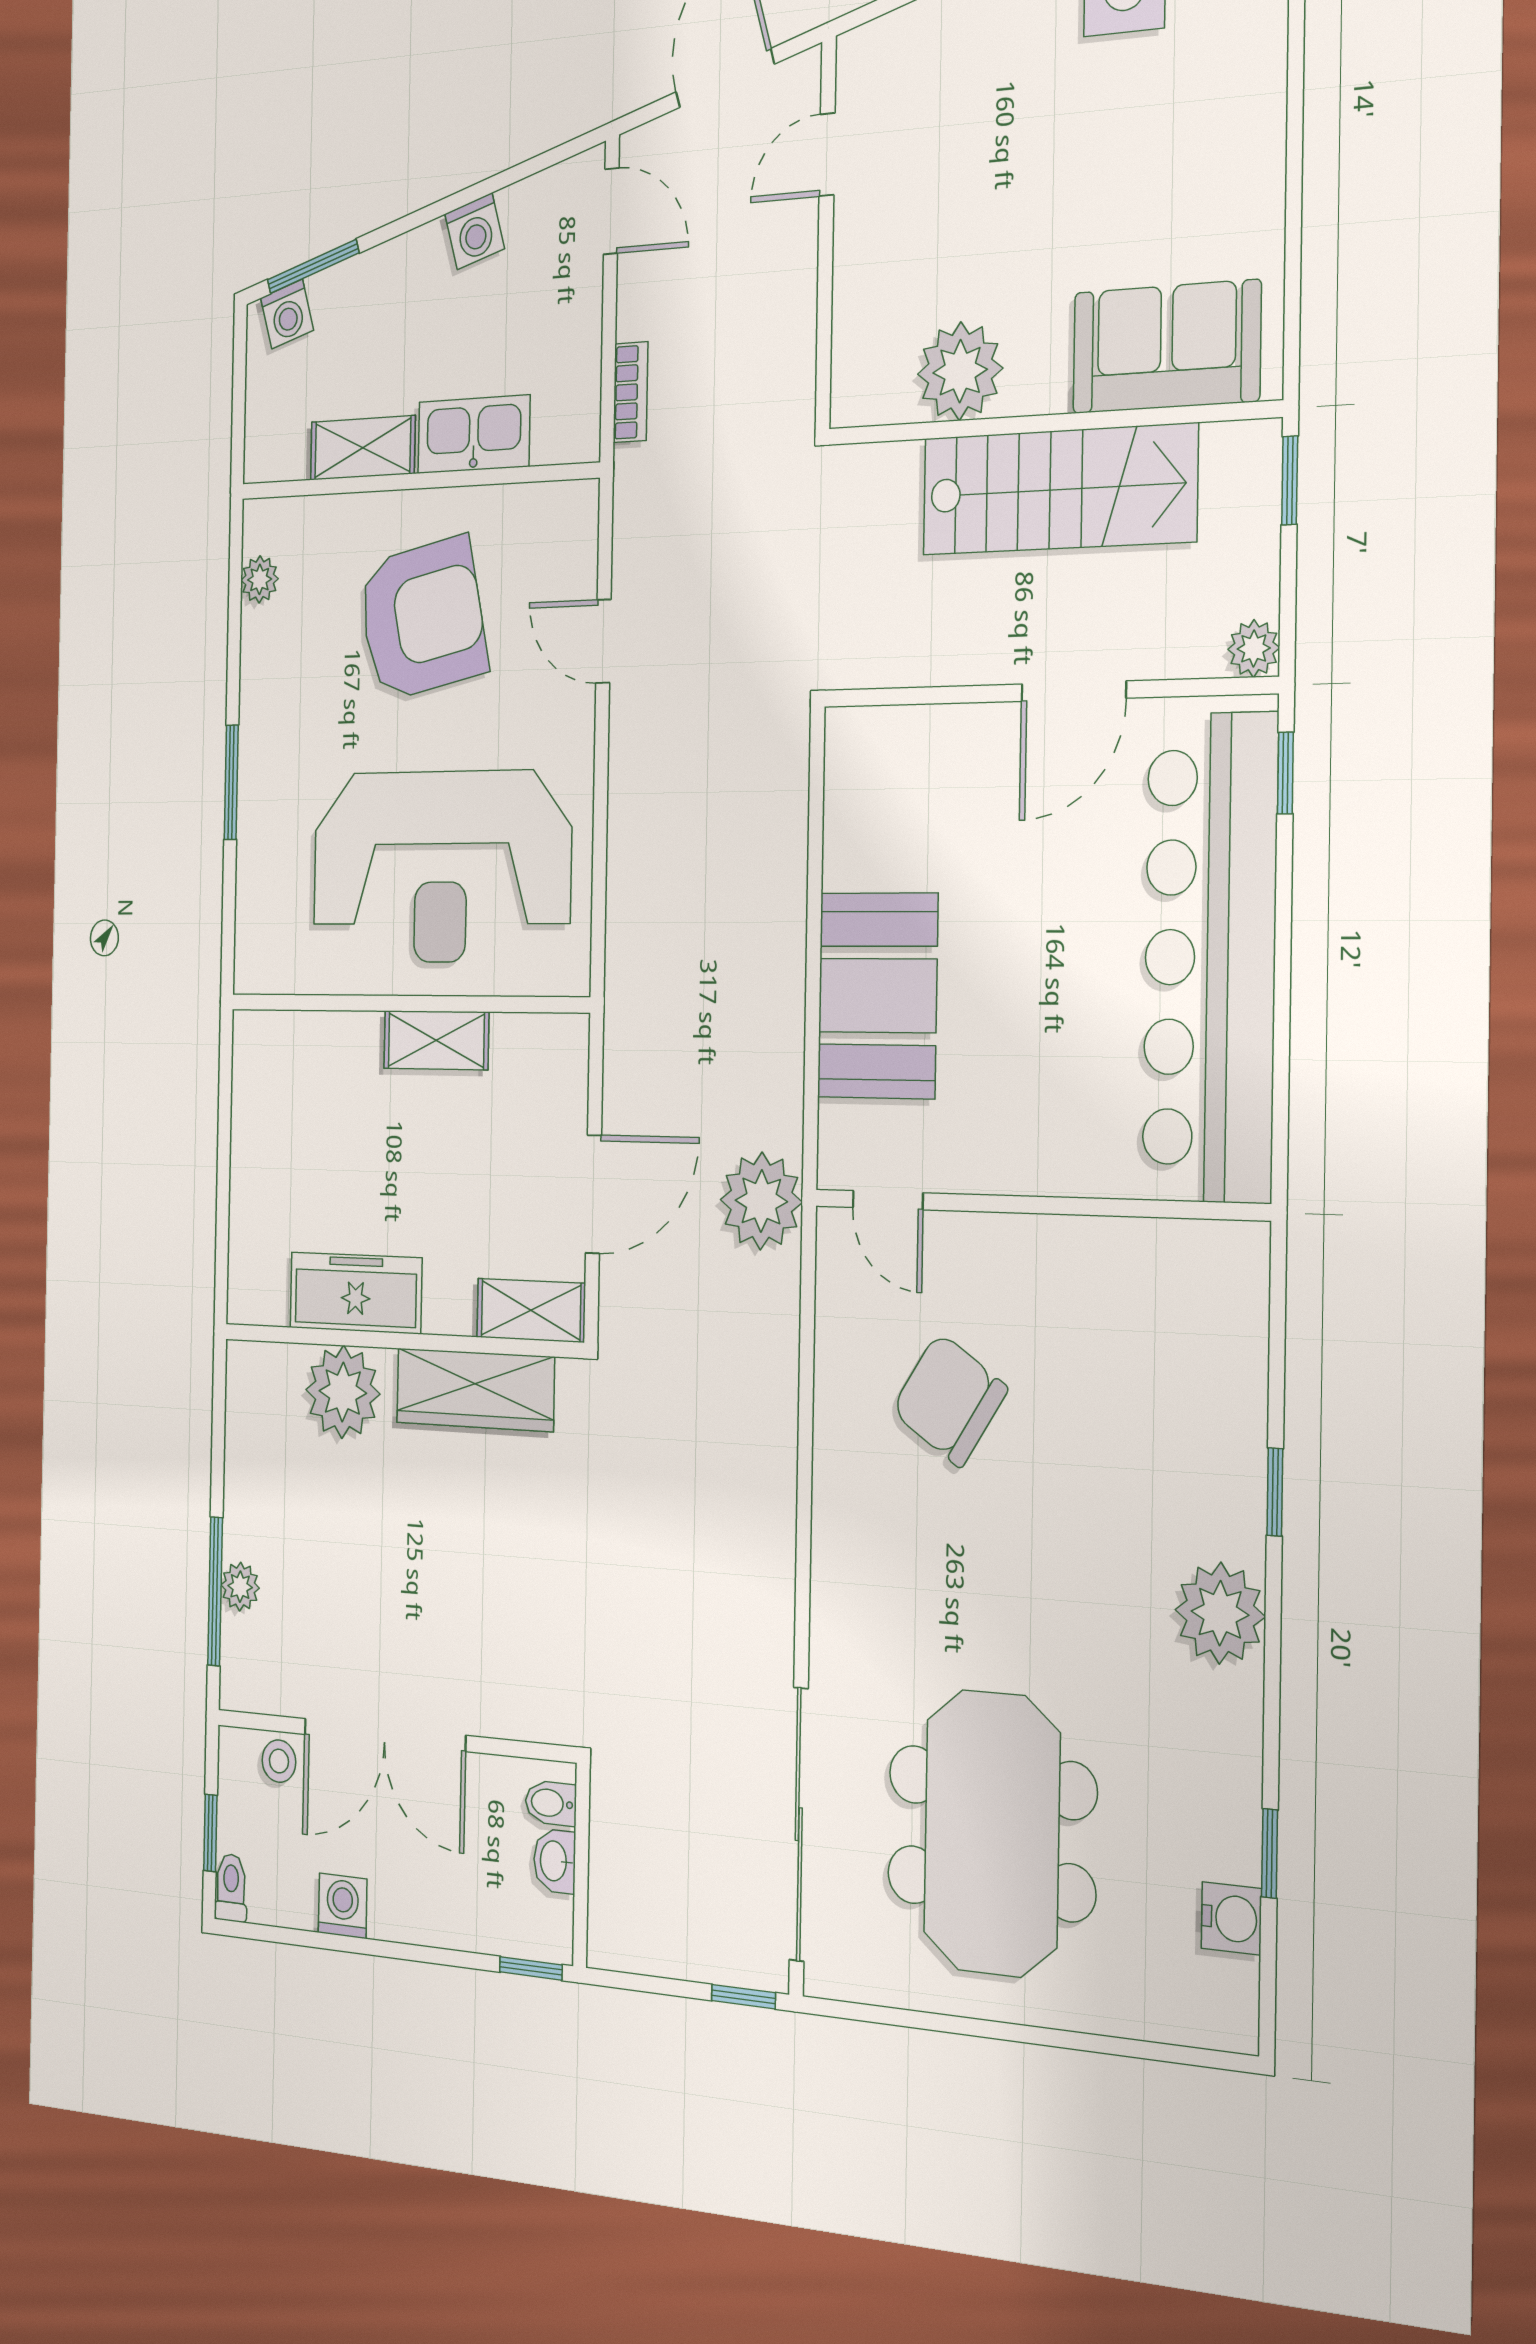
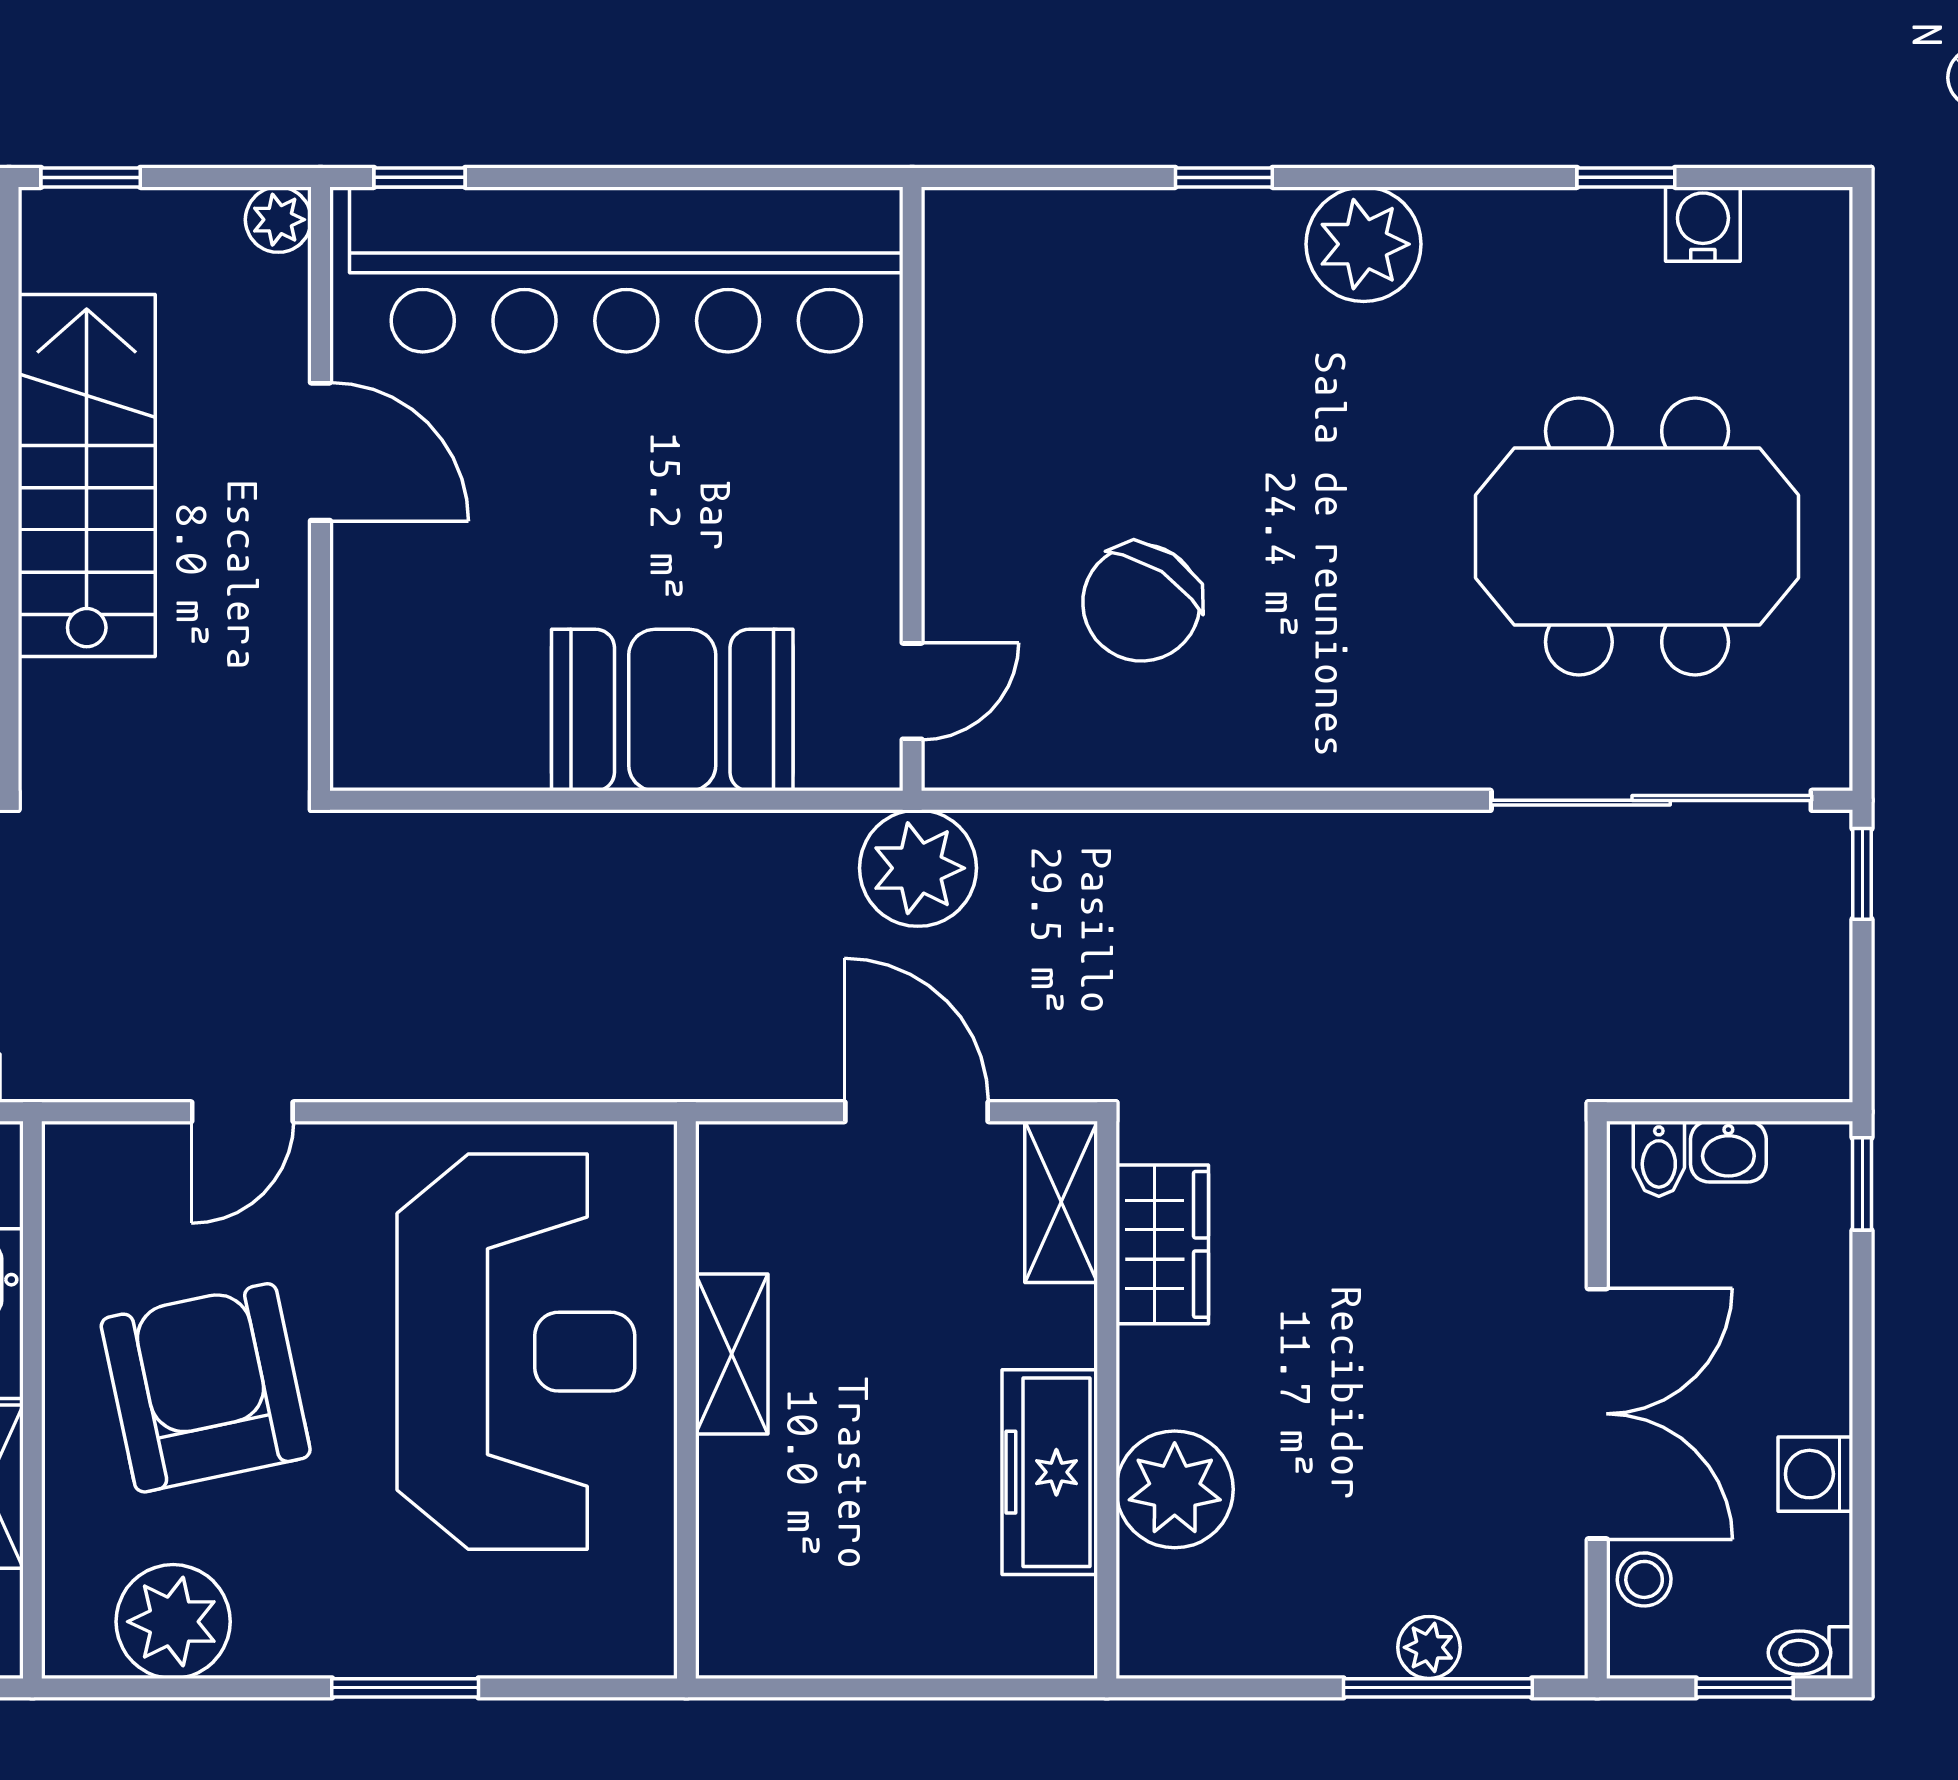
plant: (260, 579) -> (173, 1622), width x1.88, depth x1.88
wardrobe: (475, 1390) -> (1162, 1244), width x0.67

